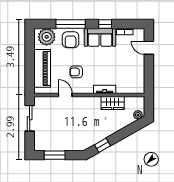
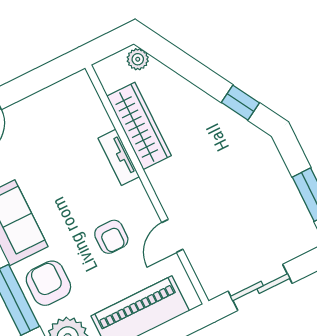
armchair: (71, 40) -> (48, 283), turned -90
wardrobe: (113, 103) -> (139, 126), width x1.50

